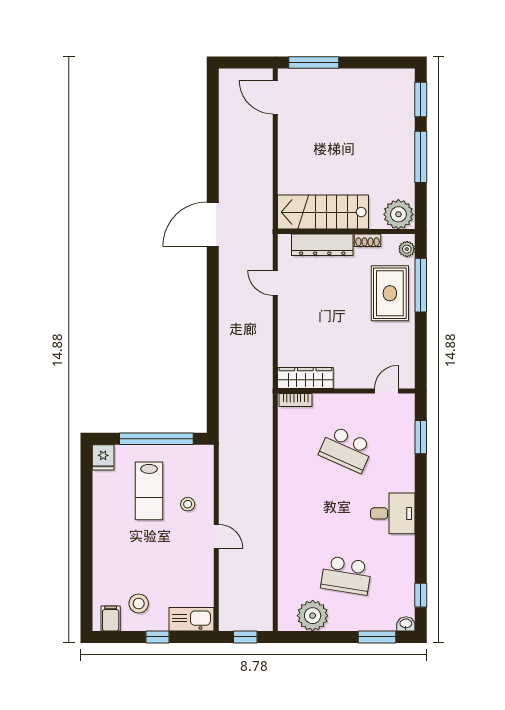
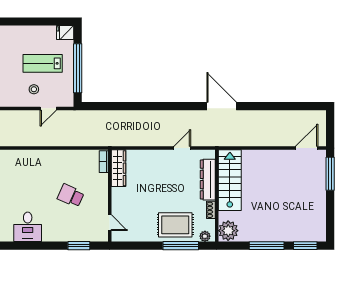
school desk: (346, 449) -> (71, 196), width x0.54
door: (216, 536) -> (48, 108), moved

